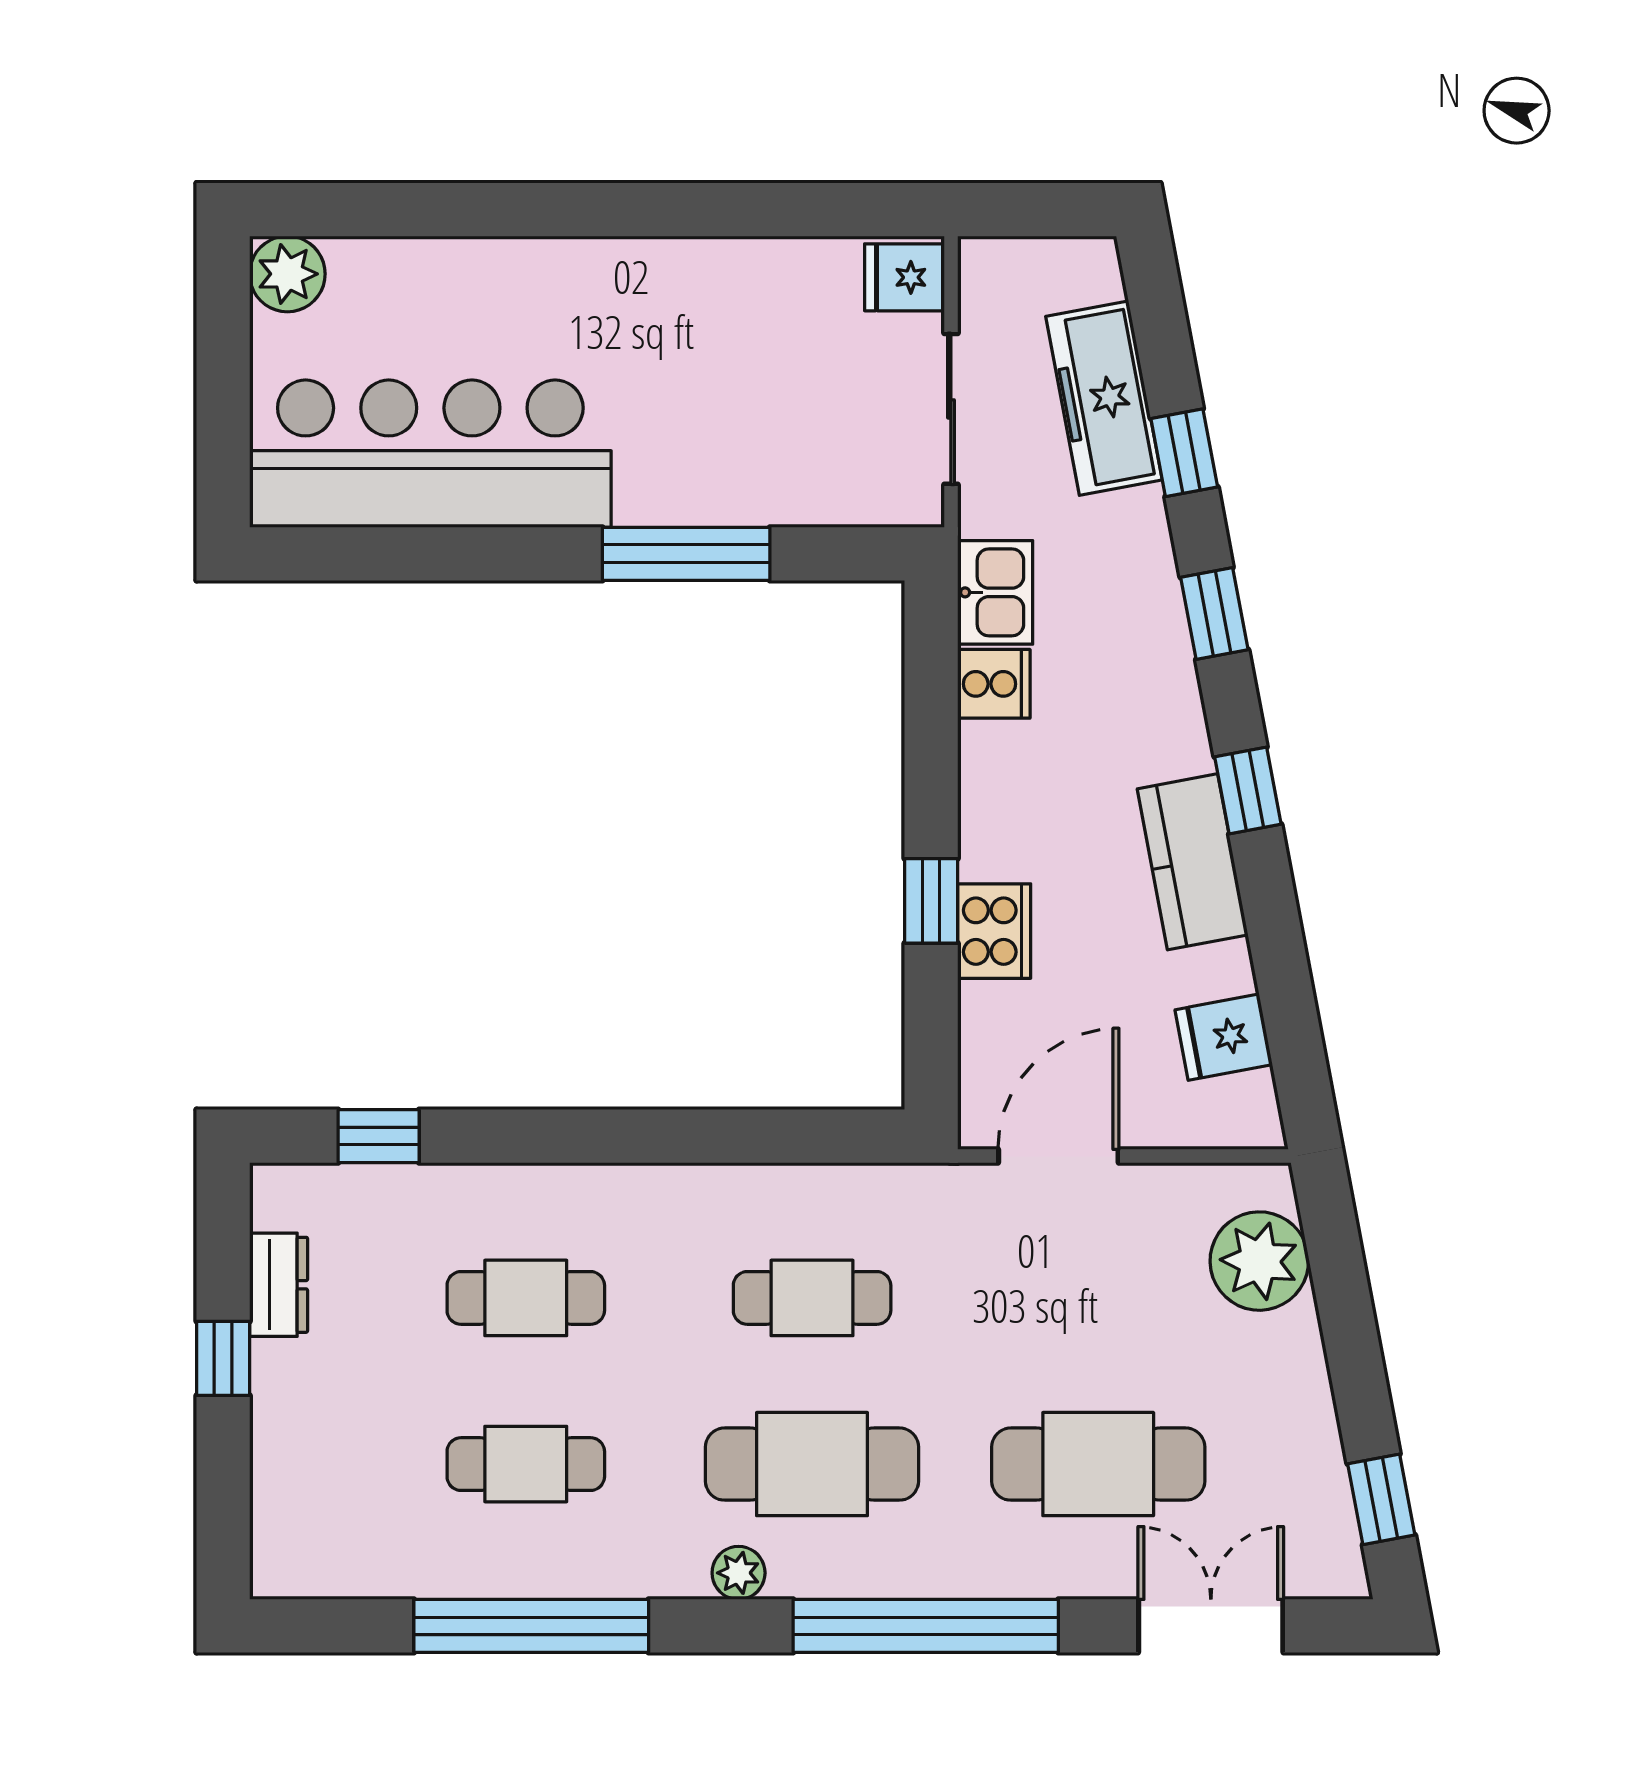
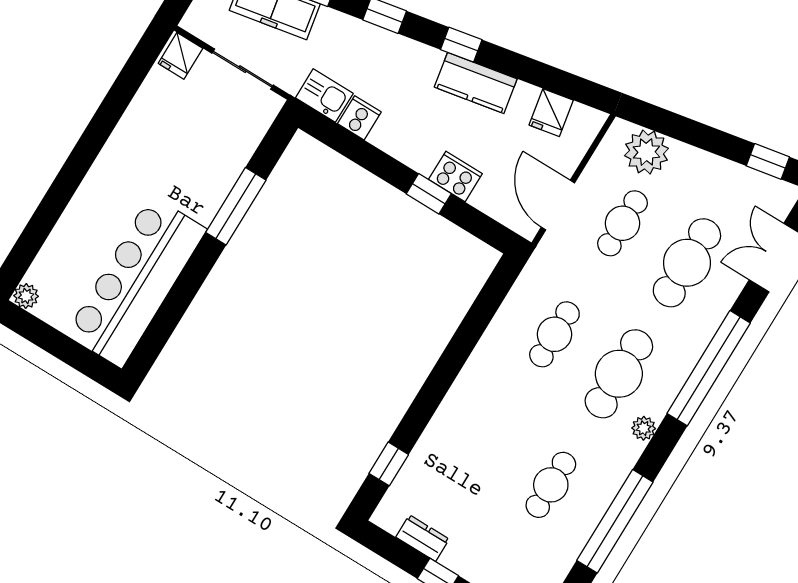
plant: (287, 274) -> (26, 296), width x0.73, depth x0.73
cafe table: (526, 1298) -> (622, 223), moved

